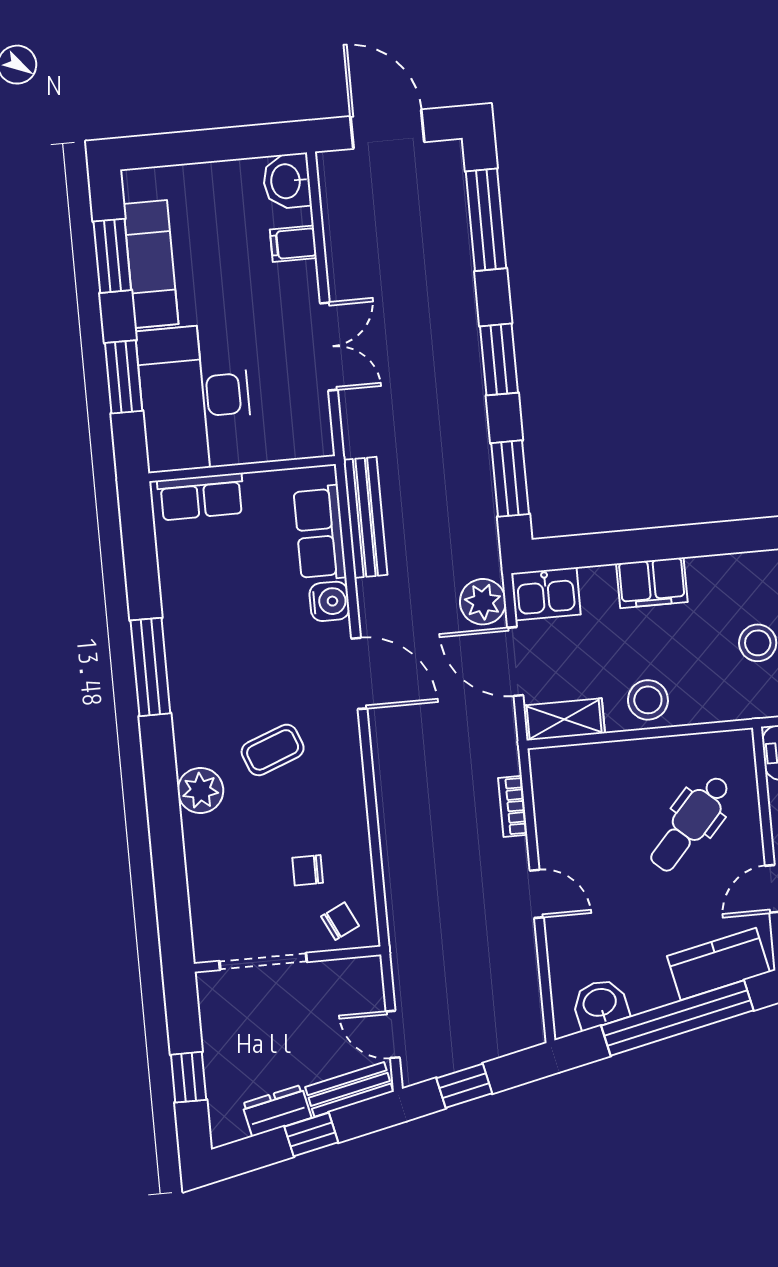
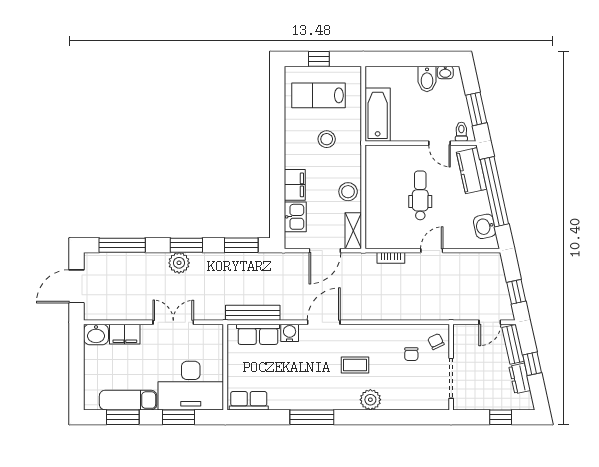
filing cabinet: (293, 244) -> (125, 334), width x2.00
row of seats: (201, 497) -> (249, 401), moved, turned -90
kitchen sink: (546, 594) -> (295, 217), moved
plant: (483, 602) -> (179, 263), moved
coffee table: (273, 750) -> (355, 365), turned -69
dental chair: (690, 823) -> (420, 195), moved, turned -132

